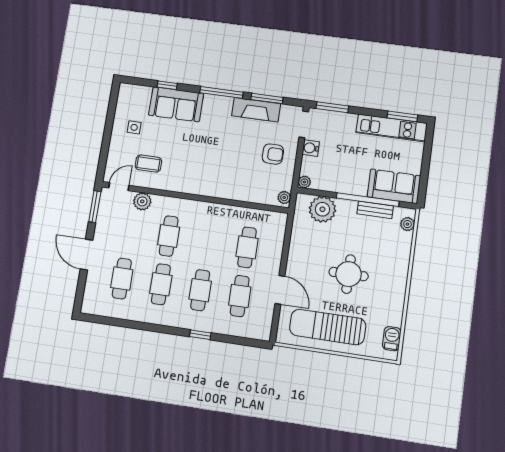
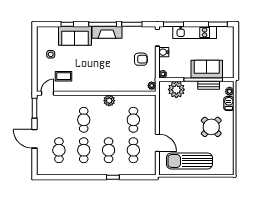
fireplace: (256, 110) -> (107, 32), moved
kitchen unit: (392, 128) -> (195, 32), moved
sofa: (394, 186) -> (207, 69), moved
plant: (142, 201) -> (109, 101), moved
round table: (349, 274) -> (211, 127), moved, turned 45
barbecue: (392, 339) -> (229, 104), moved

